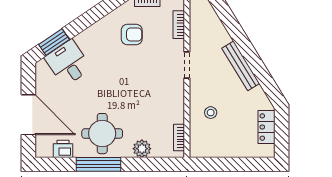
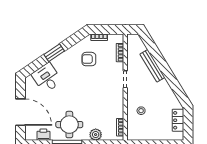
armchair: (132, 35) -> (89, 59), turned 180
window: (54, 42) -> (54, 53), moved
bench: (241, 66) -> (152, 66), moved

